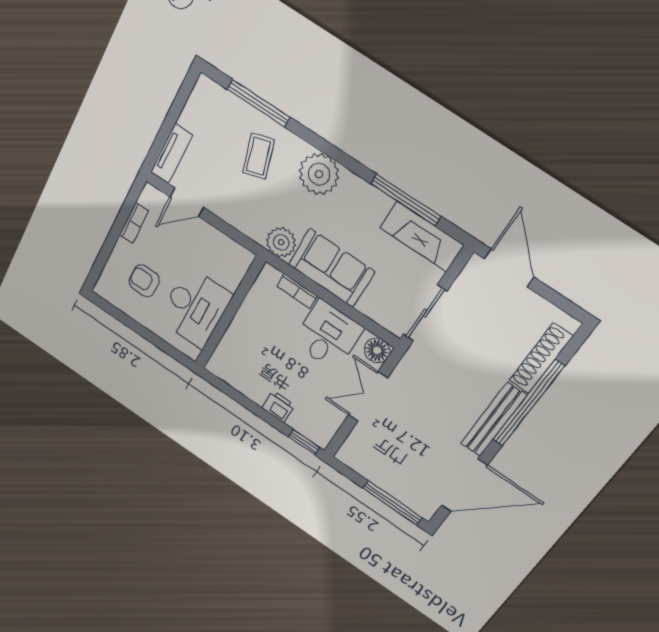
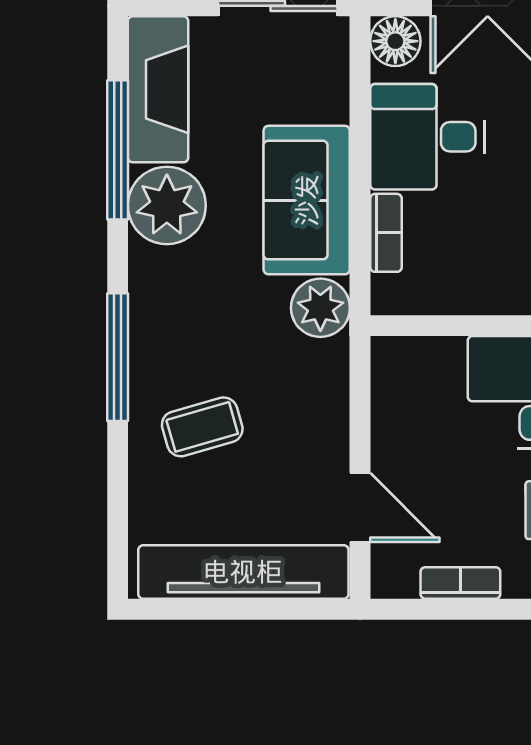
window: (258, 103) -> (118, 357), moved
tv unit: (172, 154) -> (243, 572), width x1.92, depth x1.29
plant: (319, 174) -> (167, 205), moved

